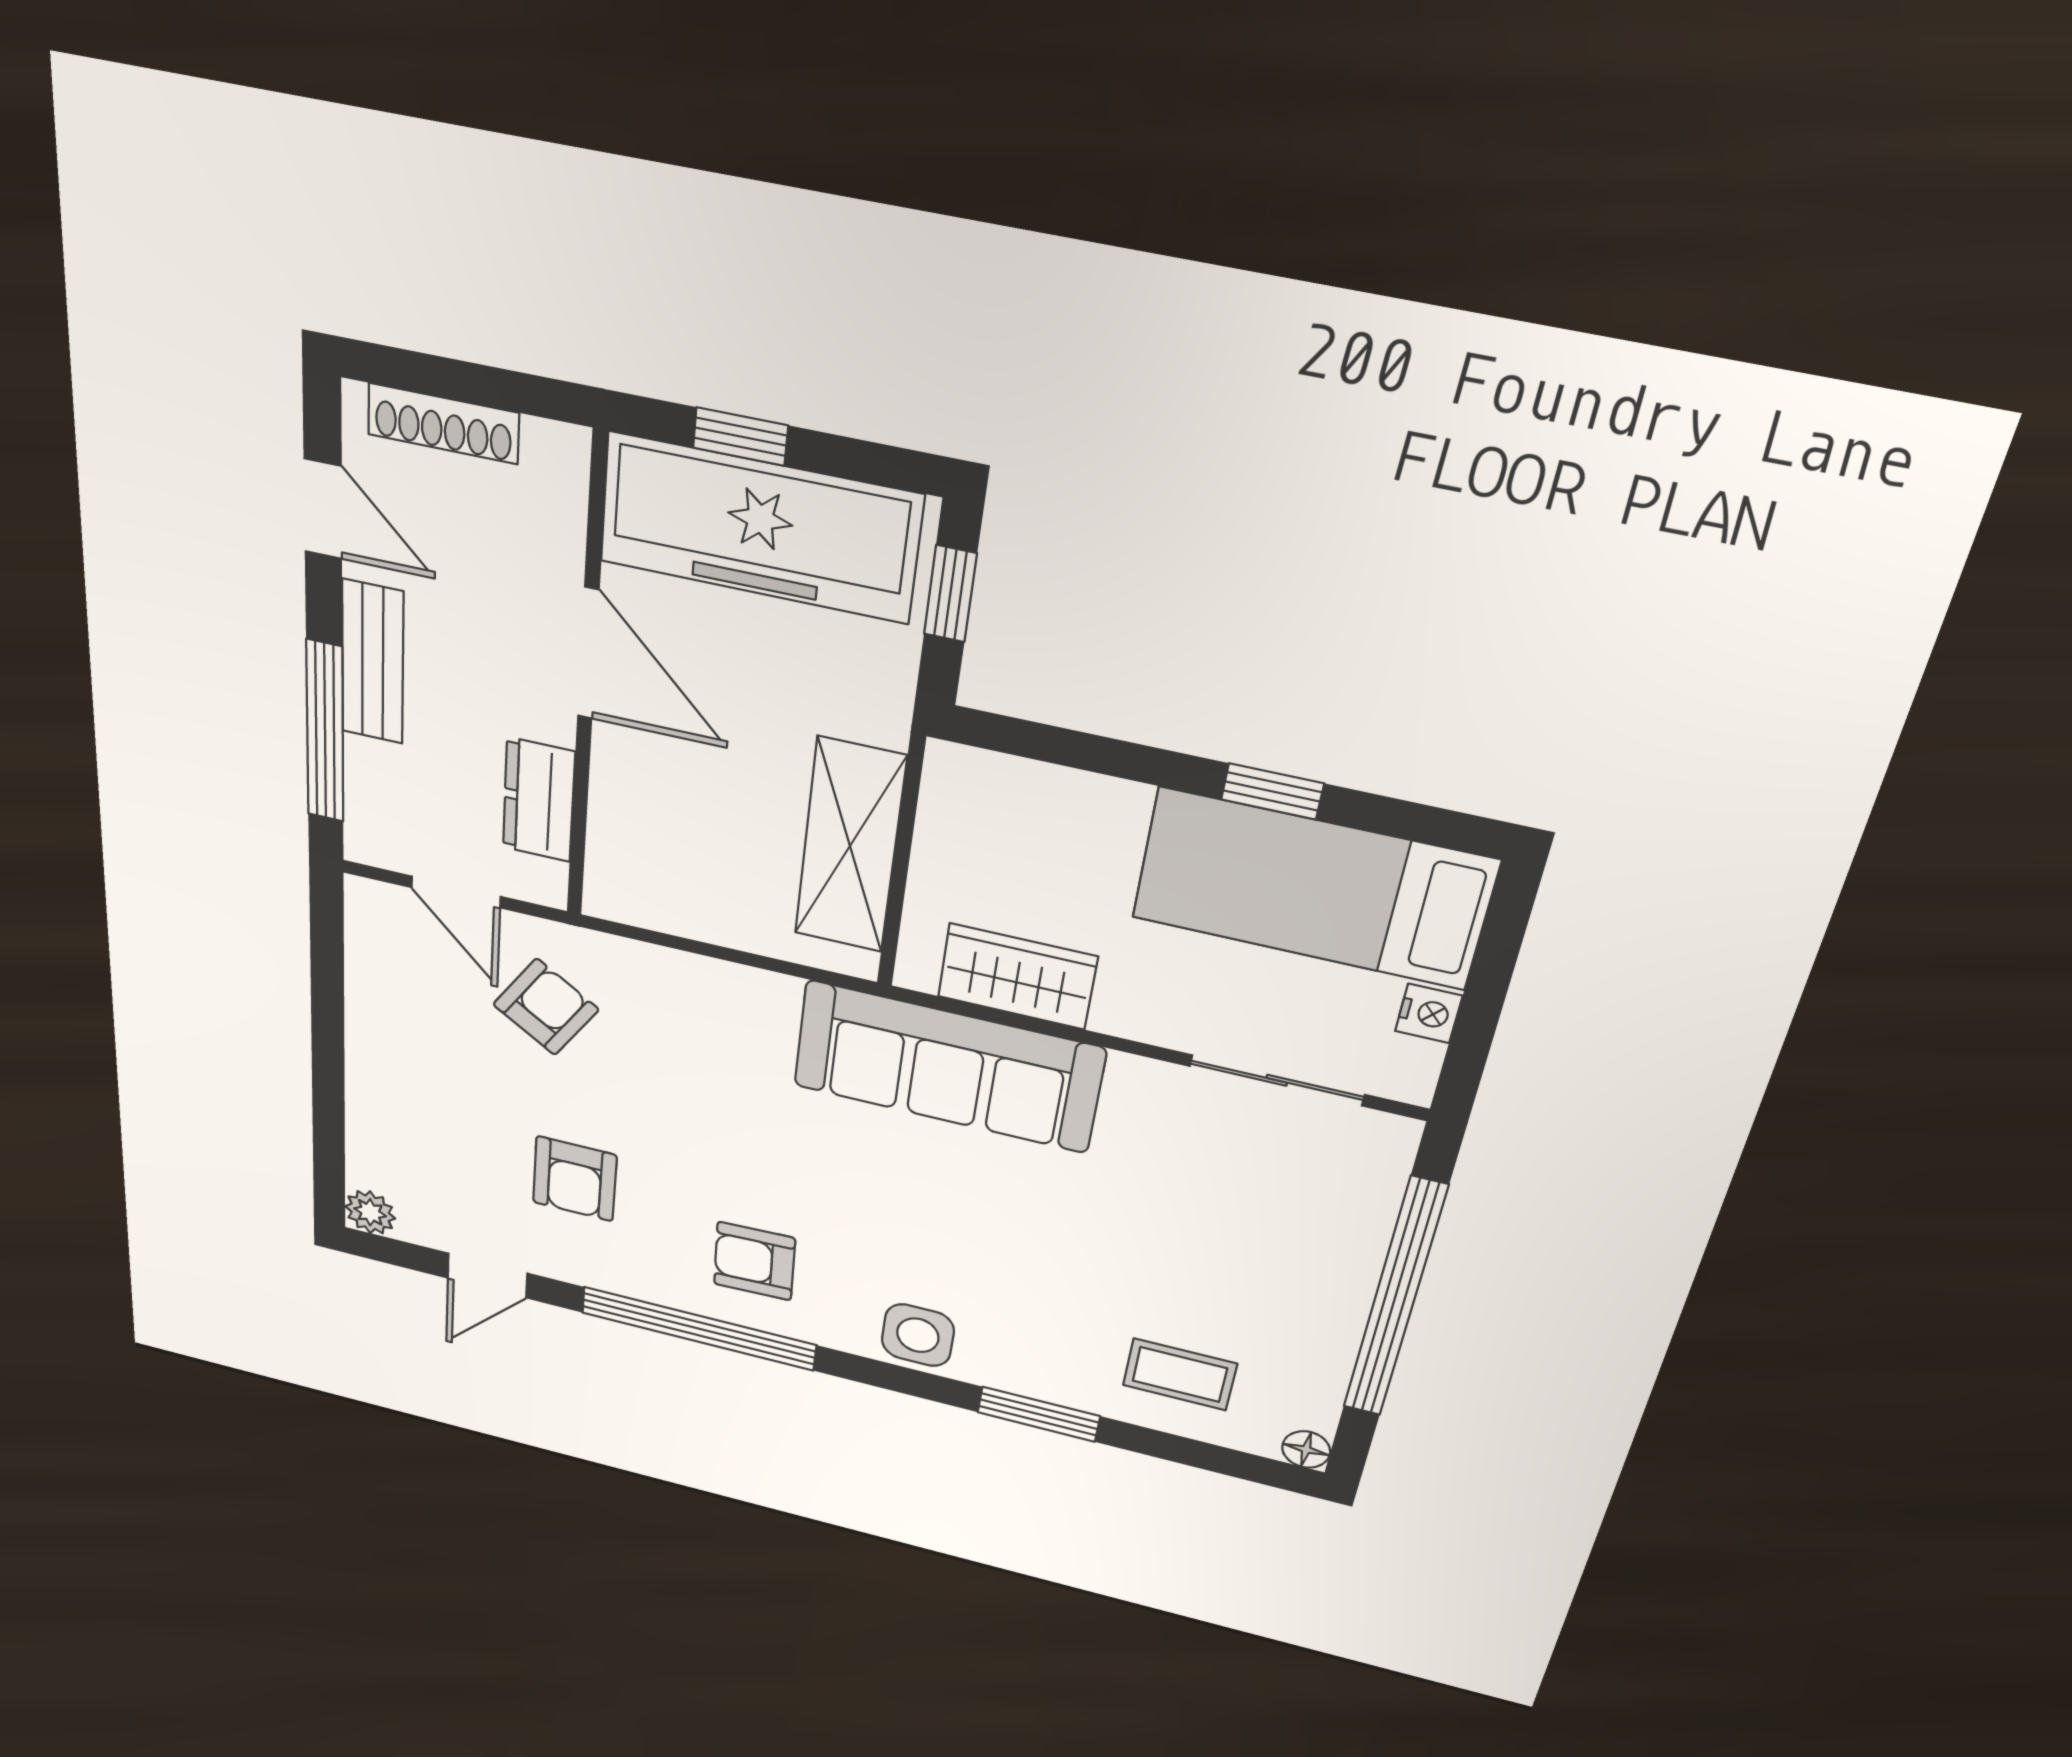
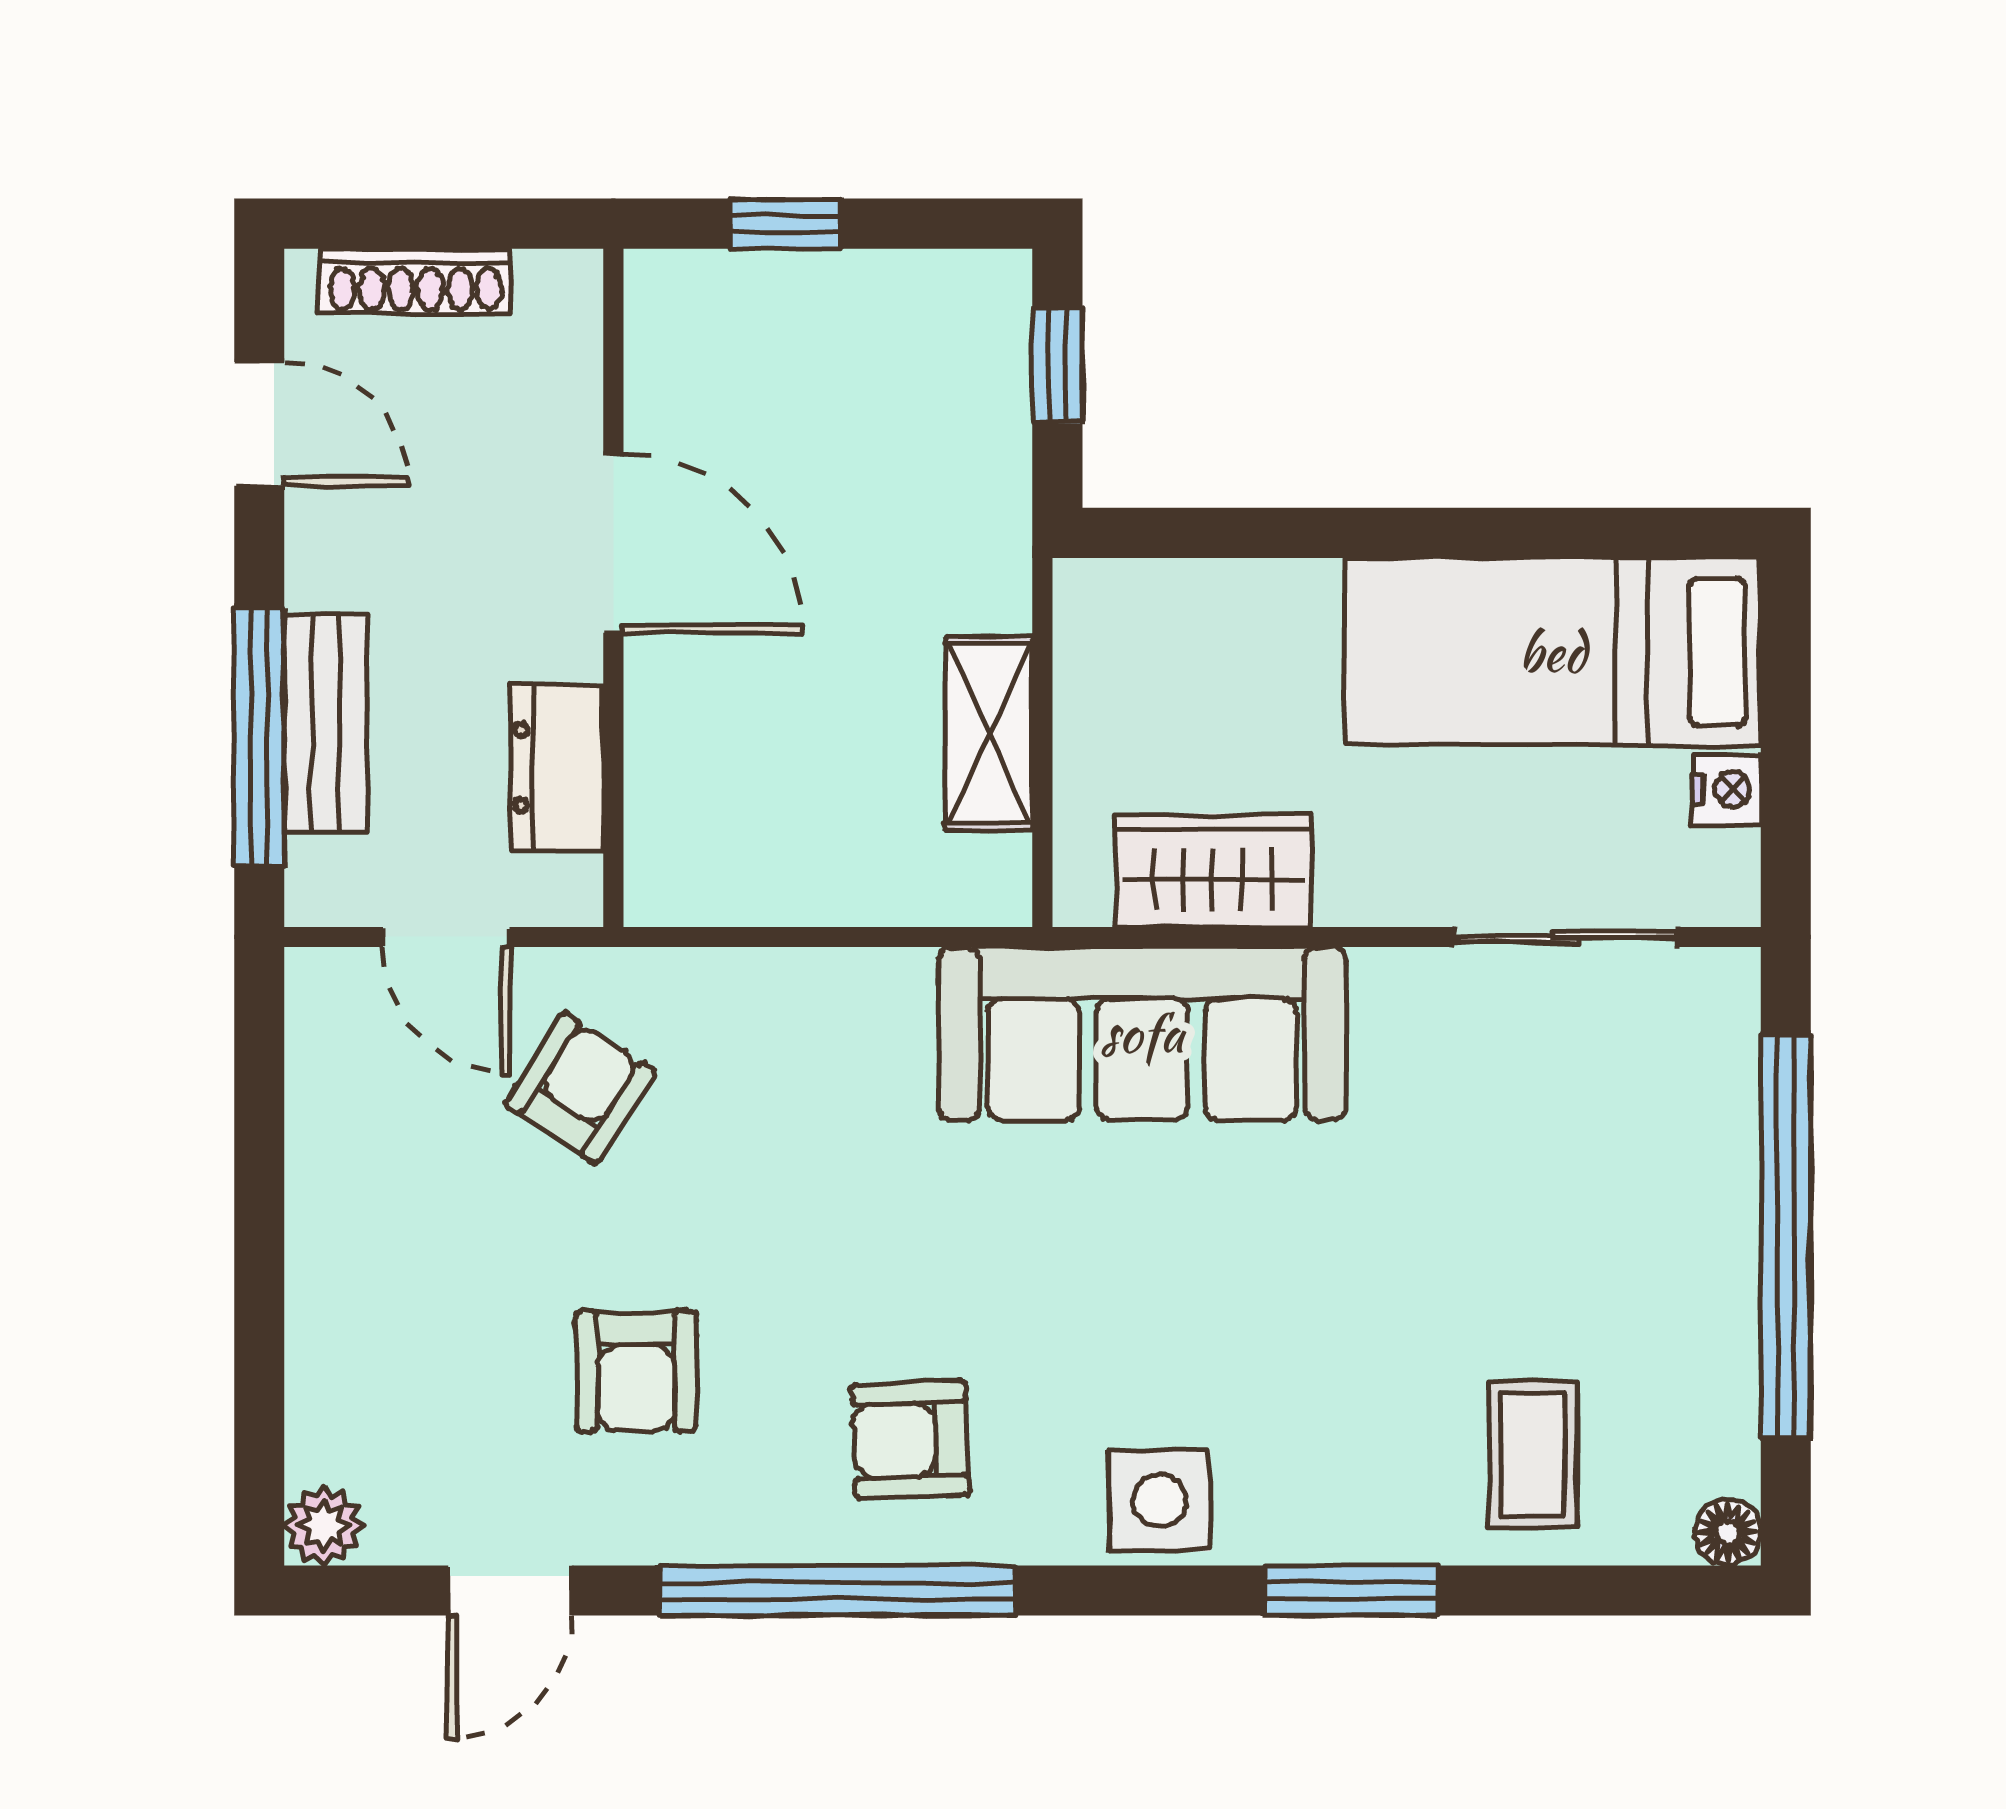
freezer: (759, 528) -> (818, 332), removed
bench: (373, 662) -> (326, 723), moved
window: (1272, 791) -> (1479, 533), removed
shelving: (850, 846) -> (989, 734), width x0.67, depth x0.75
coffee table: (1180, 1374) -> (1533, 1454), turned 90

